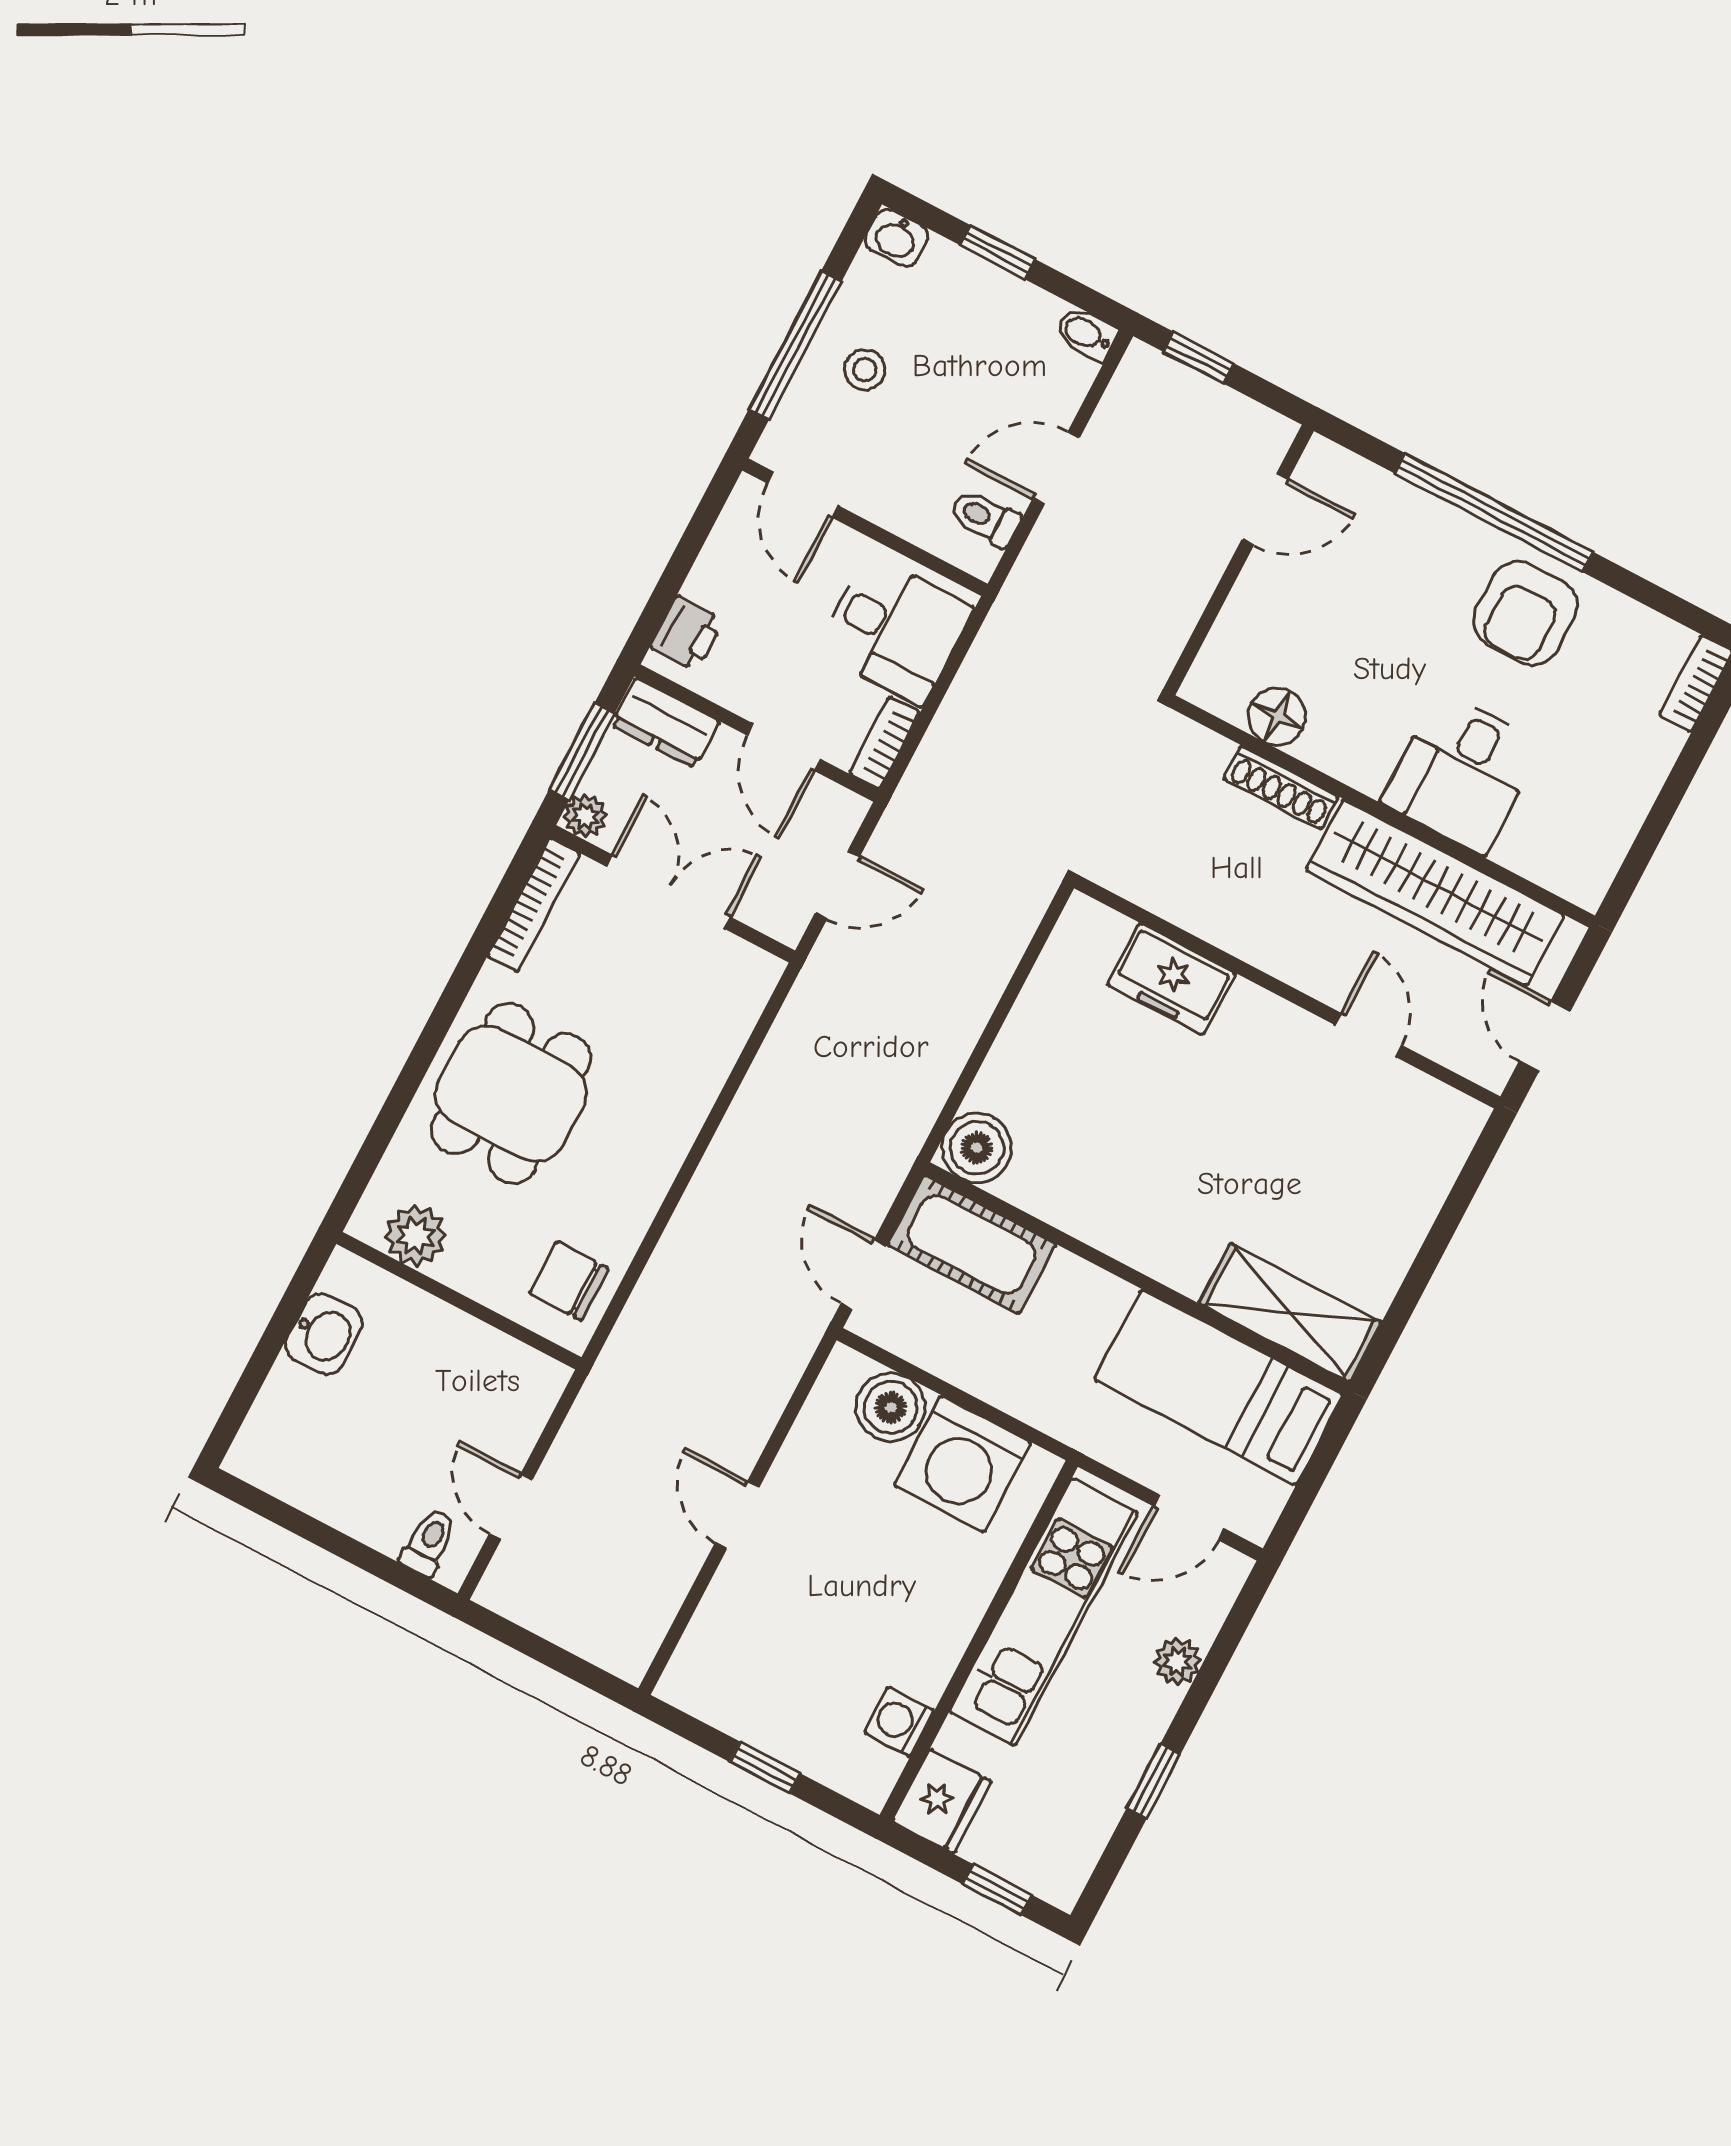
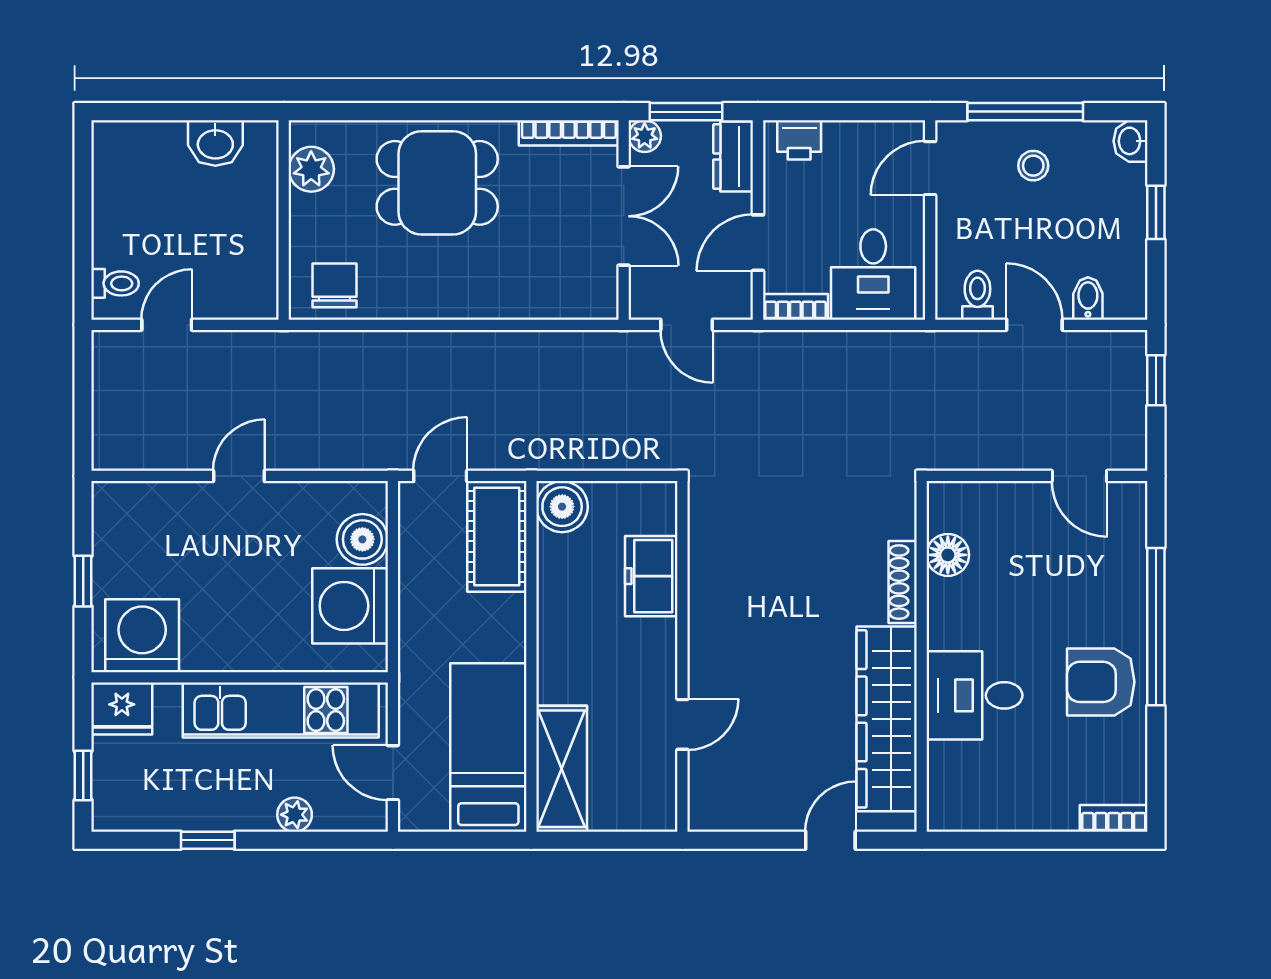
bidet: (1086, 334) -> (1088, 298), moved
freezer: (1171, 979) -> (651, 576), moved
wall: (1287, 992) -> (682, 656), moved
door: (1368, 1035) -> (682, 724), moved
washing machine: (899, 1722) -> (142, 636), width x1.89, depth x1.89

